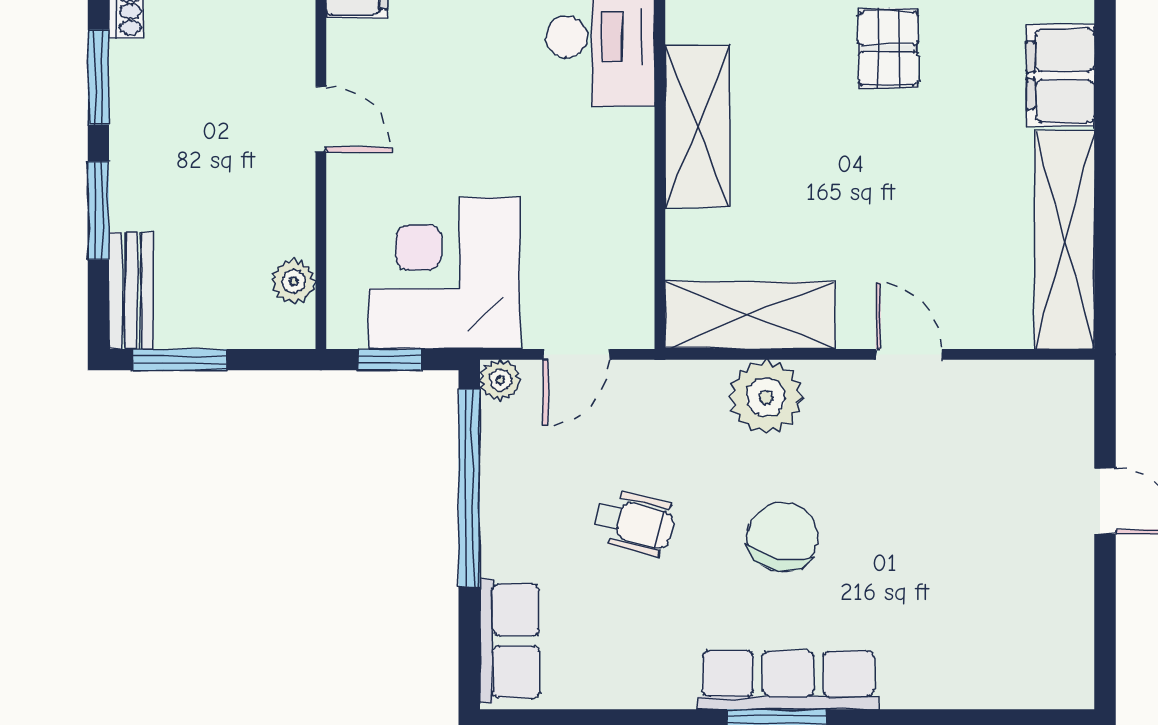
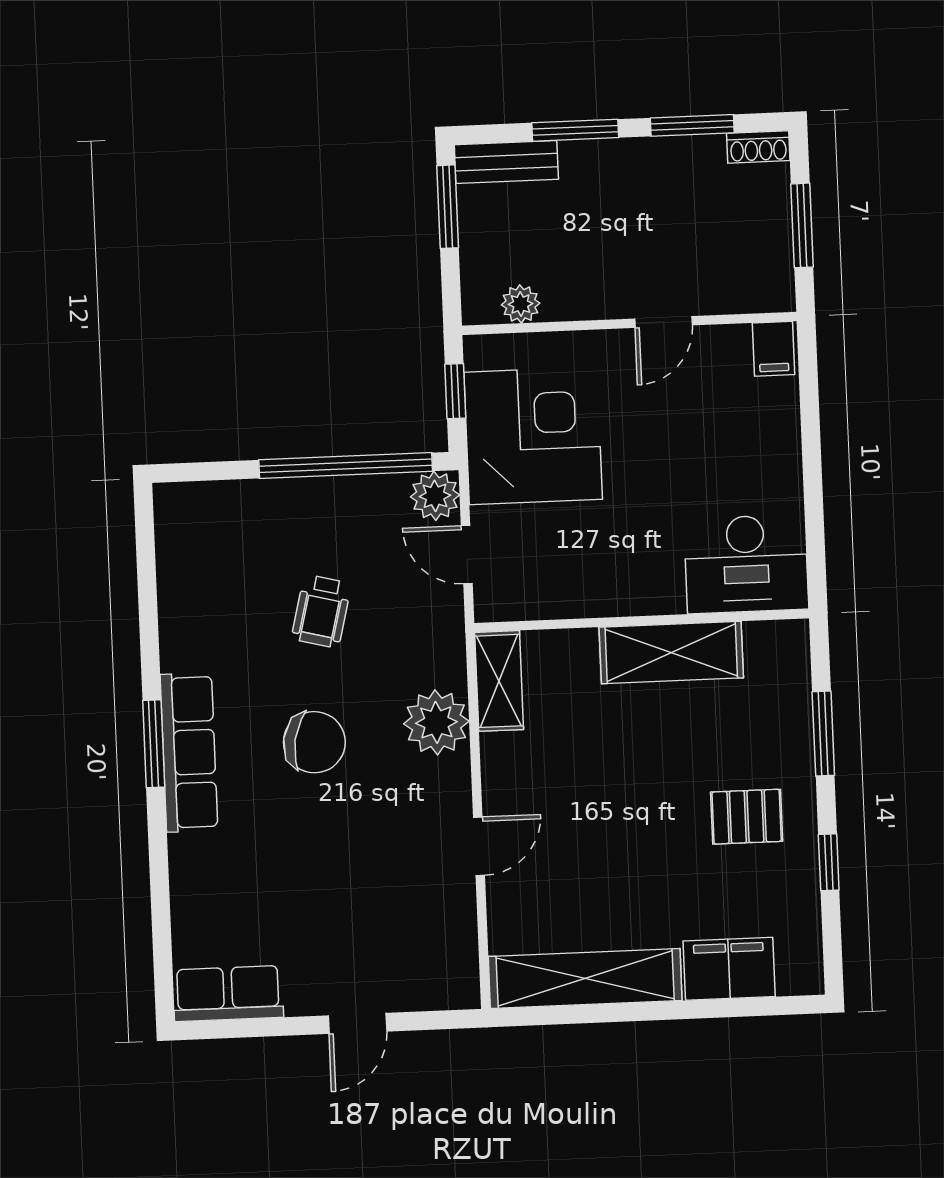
shelving: (750, 315) -> (499, 681), width x0.67, depth x0.75
plant: (500, 380) -> (435, 496), width x1.38, depth x1.38
row of seats: (509, 641) -> (228, 993), moved, turned 180

